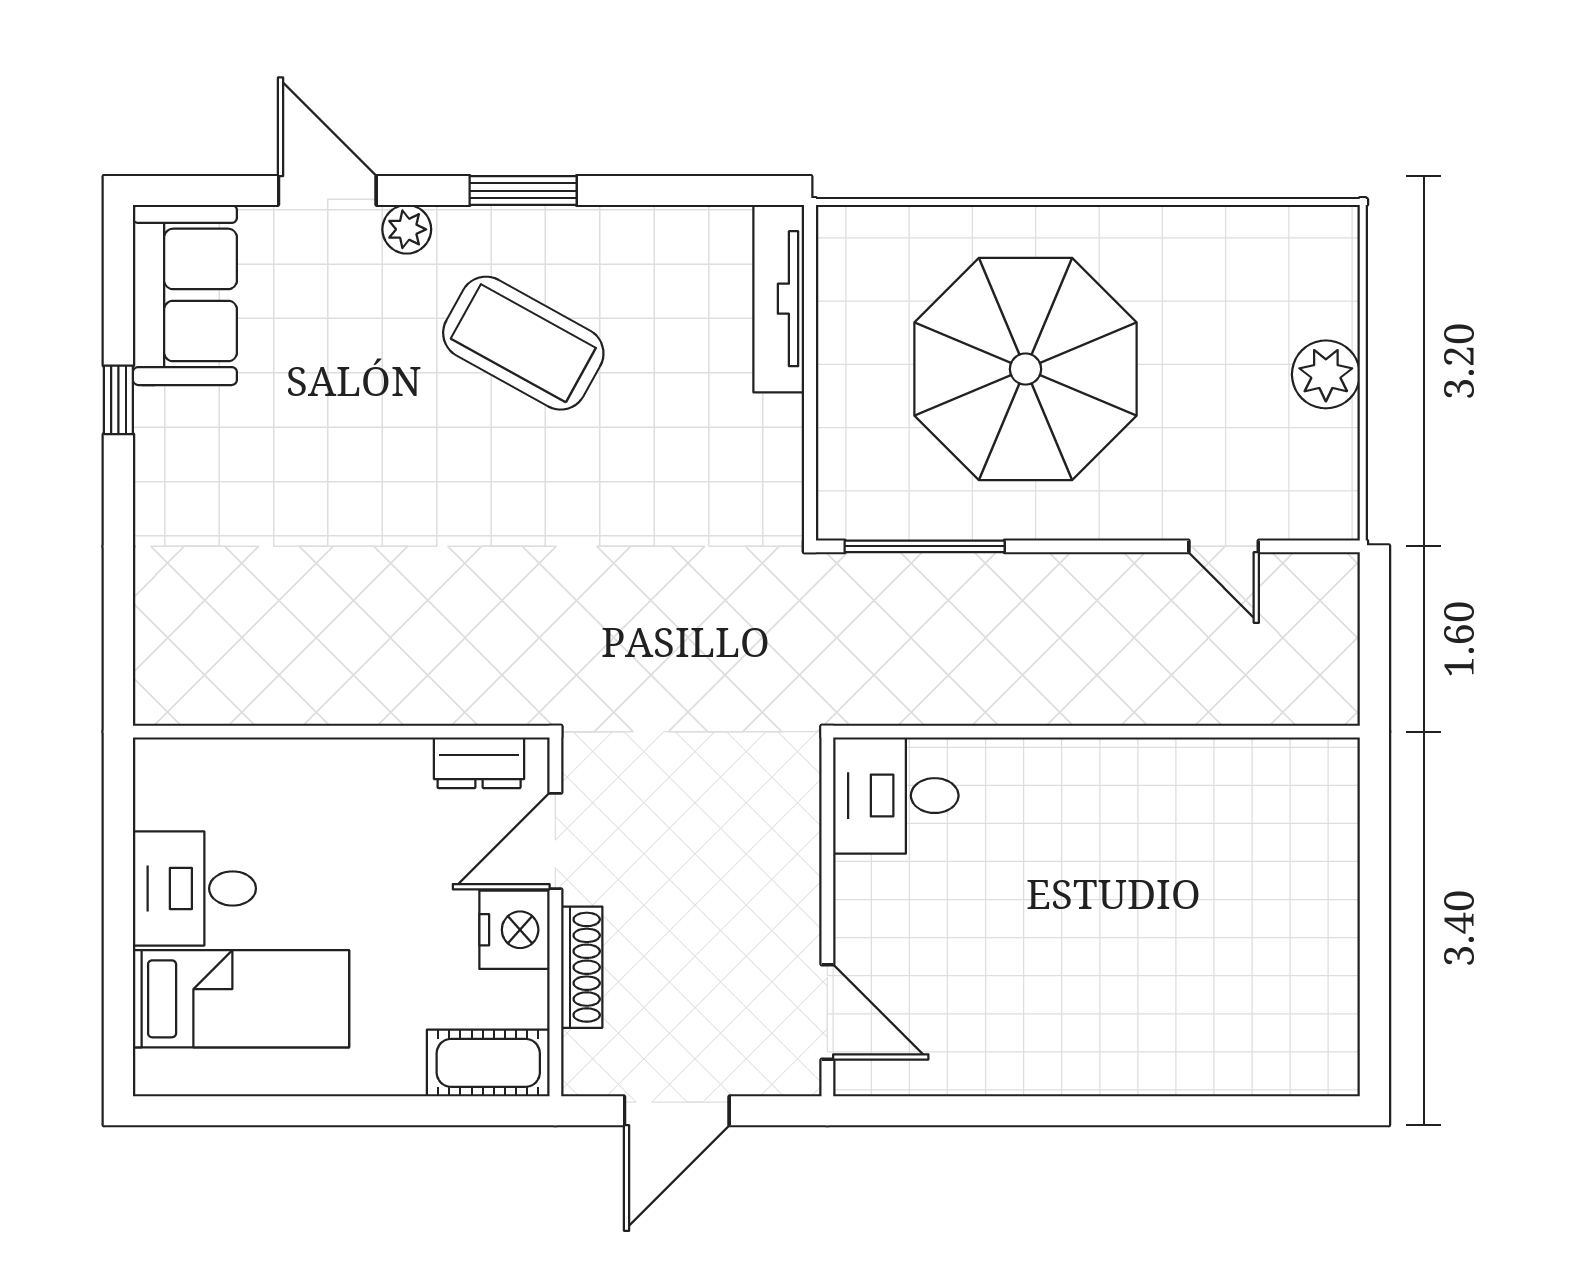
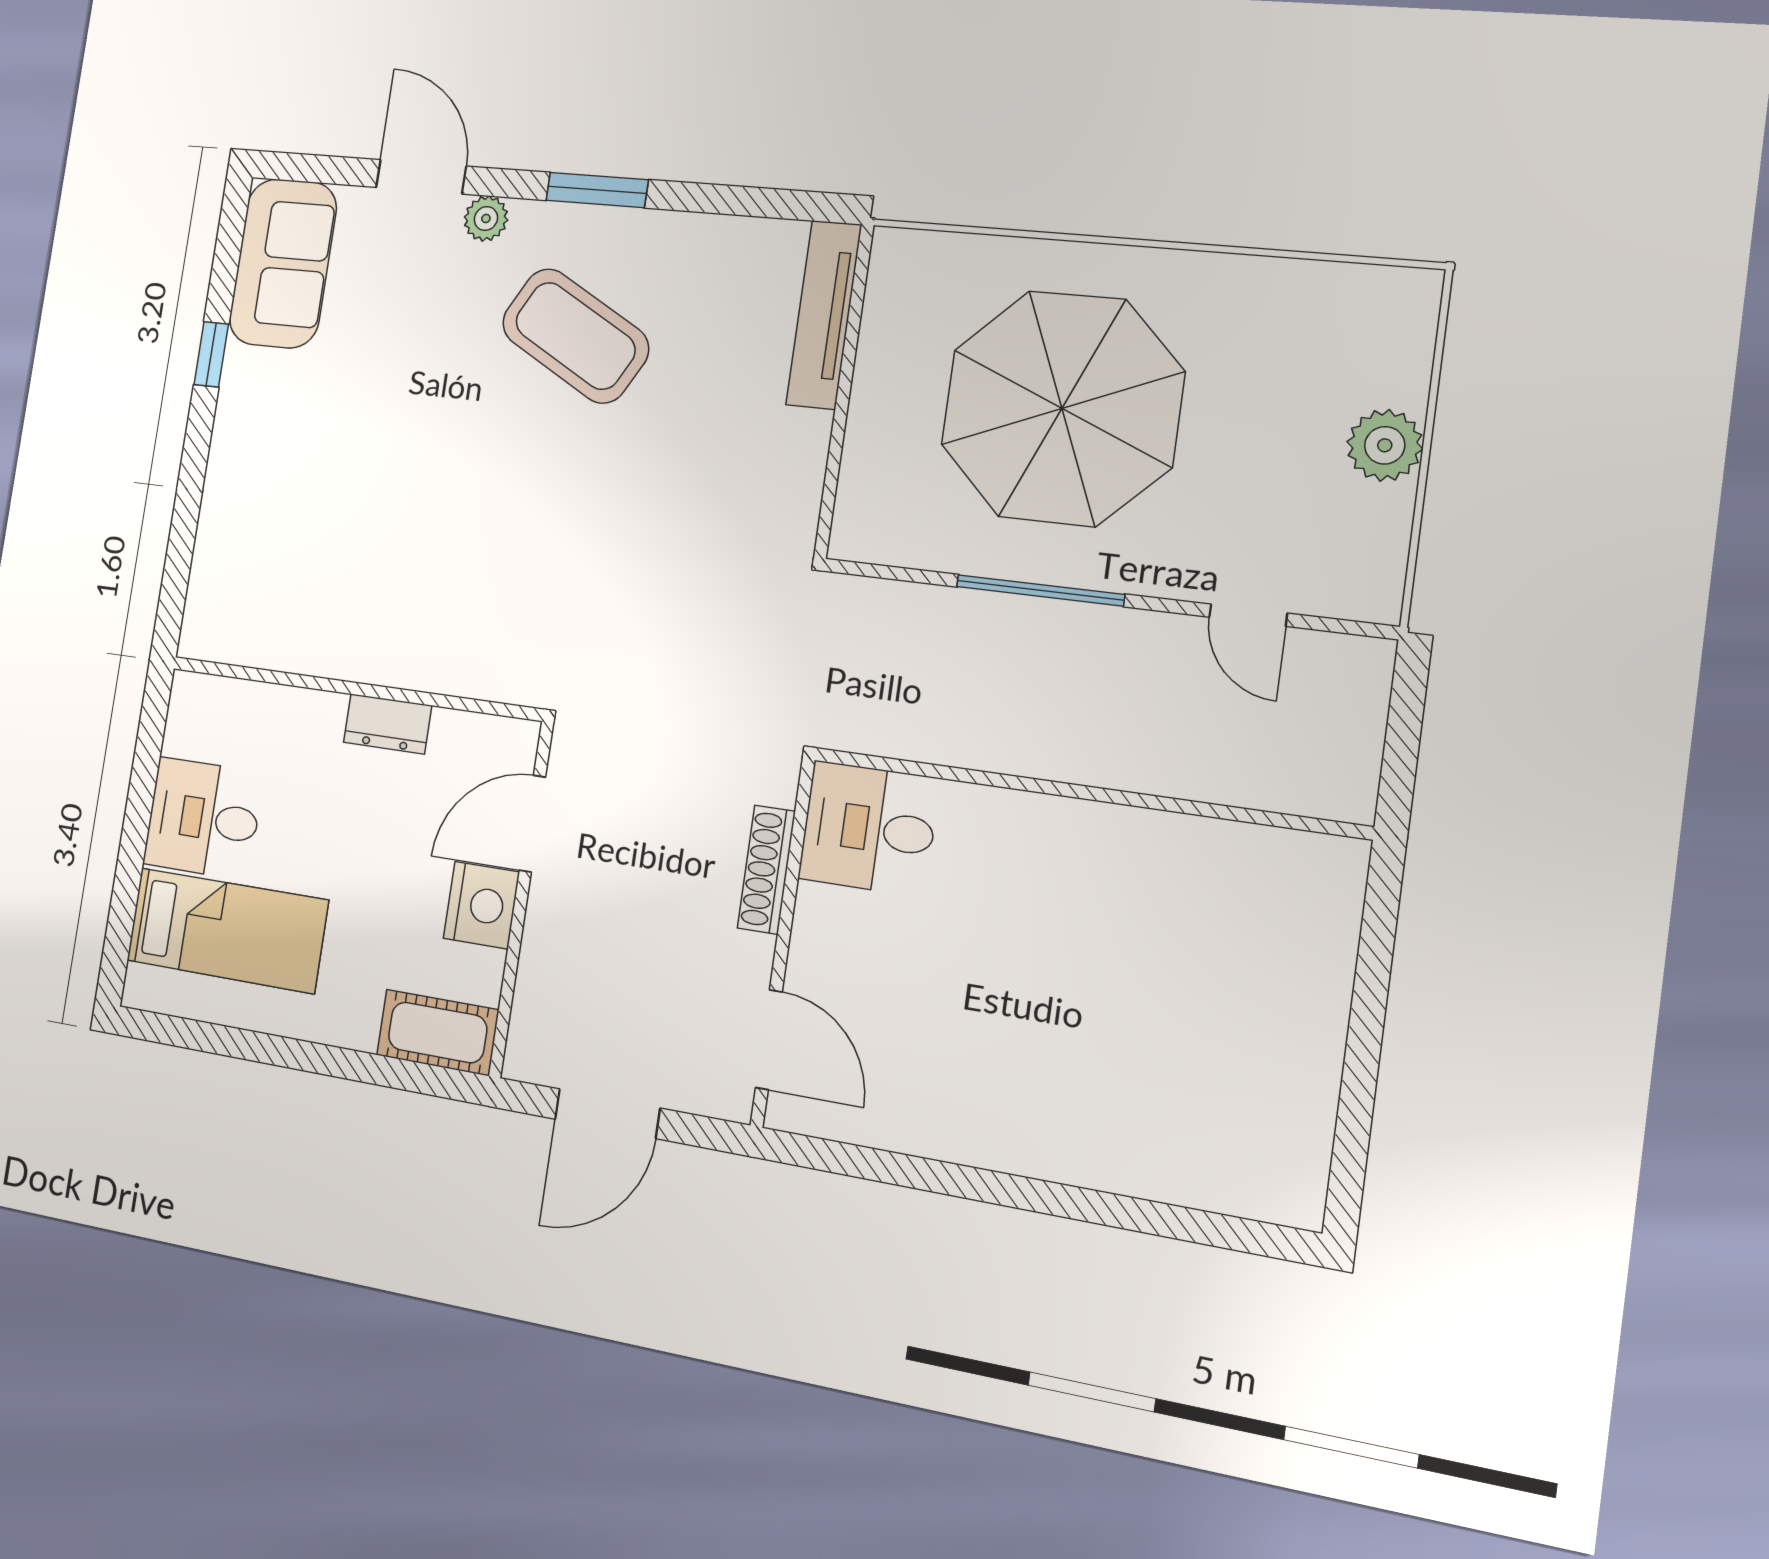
window: (925, 546) -> (1040, 590), moved
dresser: (479, 763) -> (388, 724), moved
shoe rack: (582, 967) -> (766, 870), moved, turned 180

